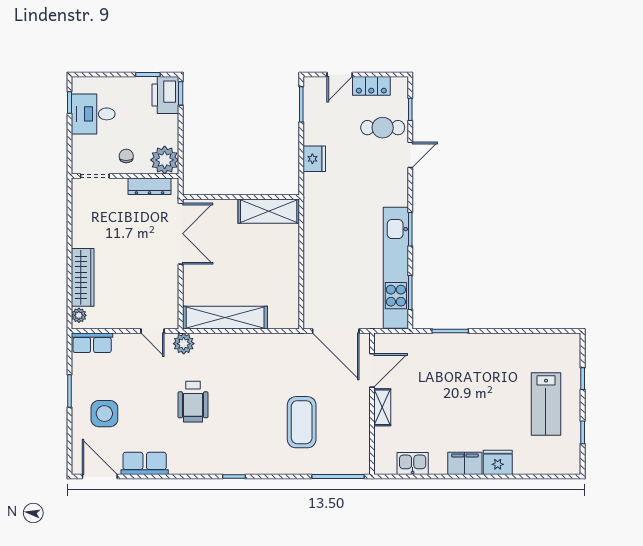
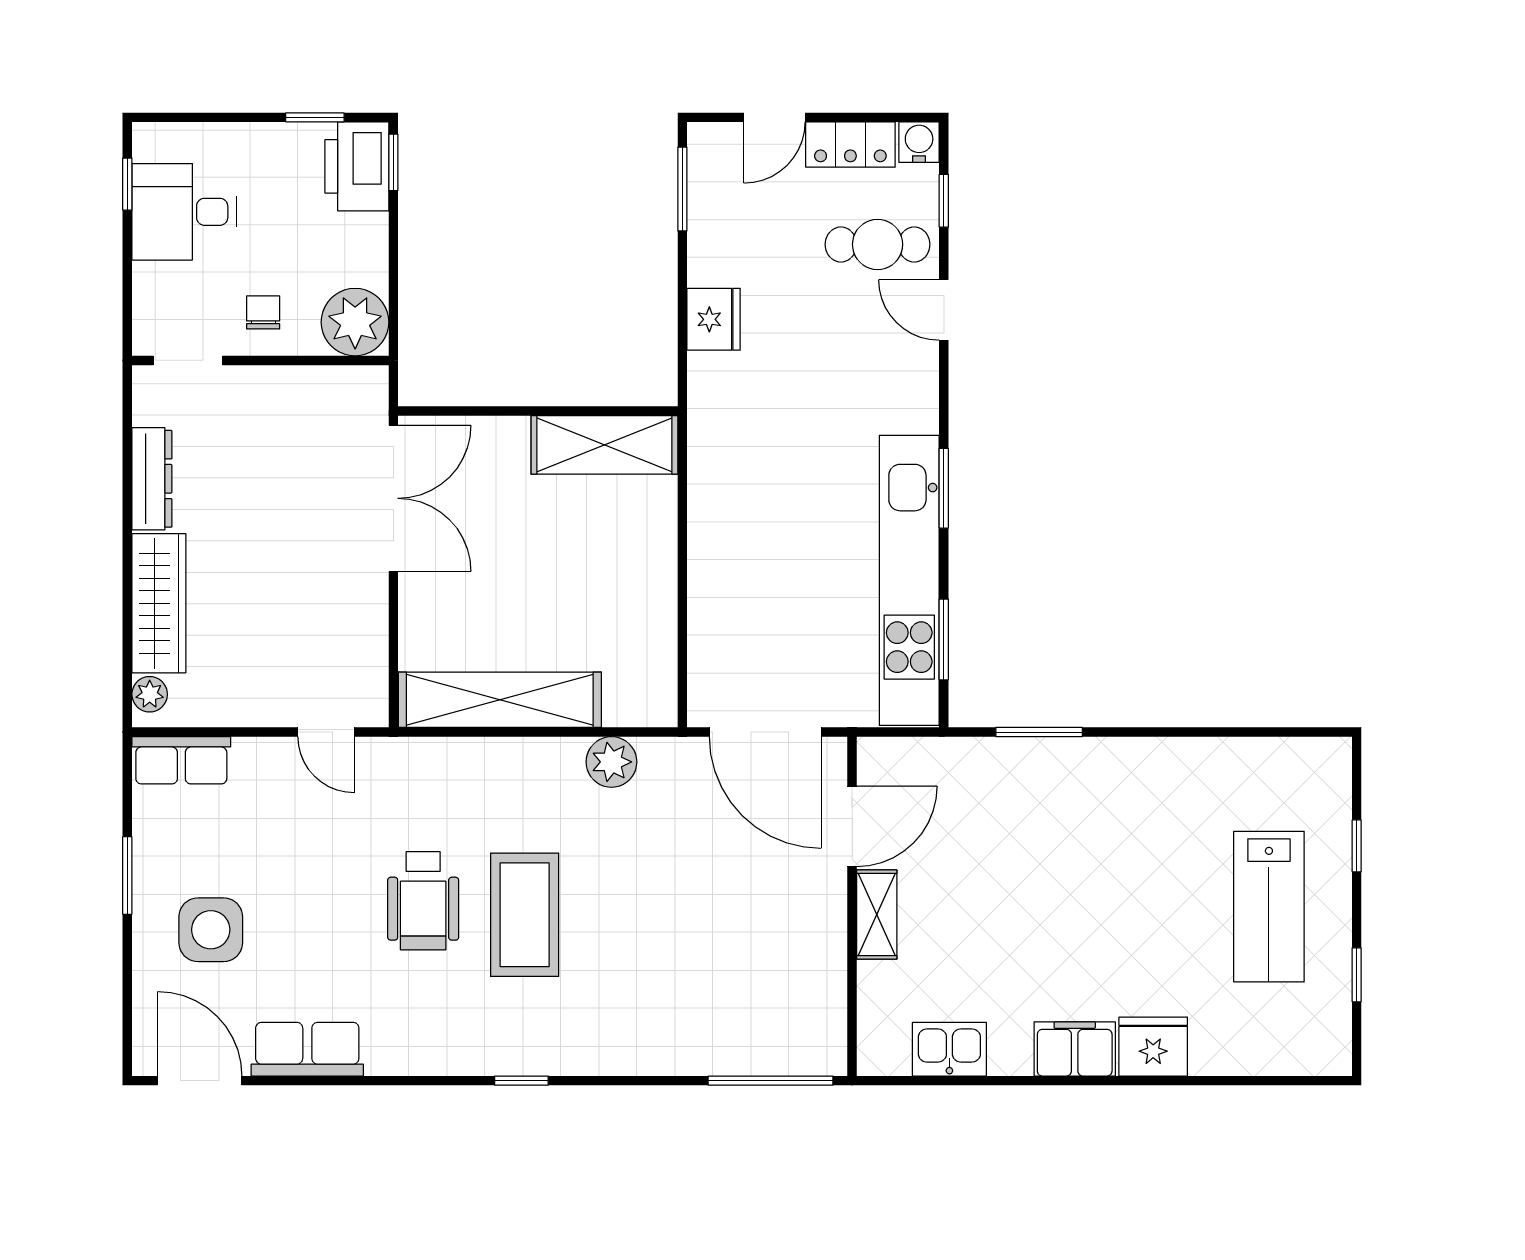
water cooler: (400, 85) -> (919, 142), added
door: (410, 155) -> (944, 310), swing flipped
dresser: (149, 186) -> (152, 479), moved, turned -90
plant: (184, 344) -> (611, 762), moved
coffee table: (302, 422) -> (525, 915), moved

